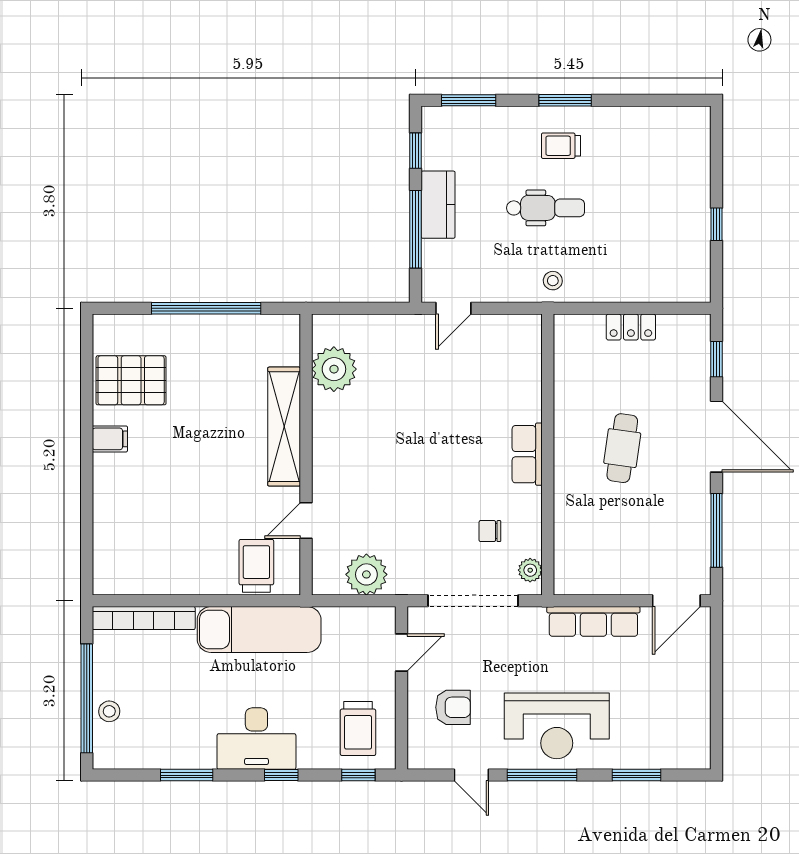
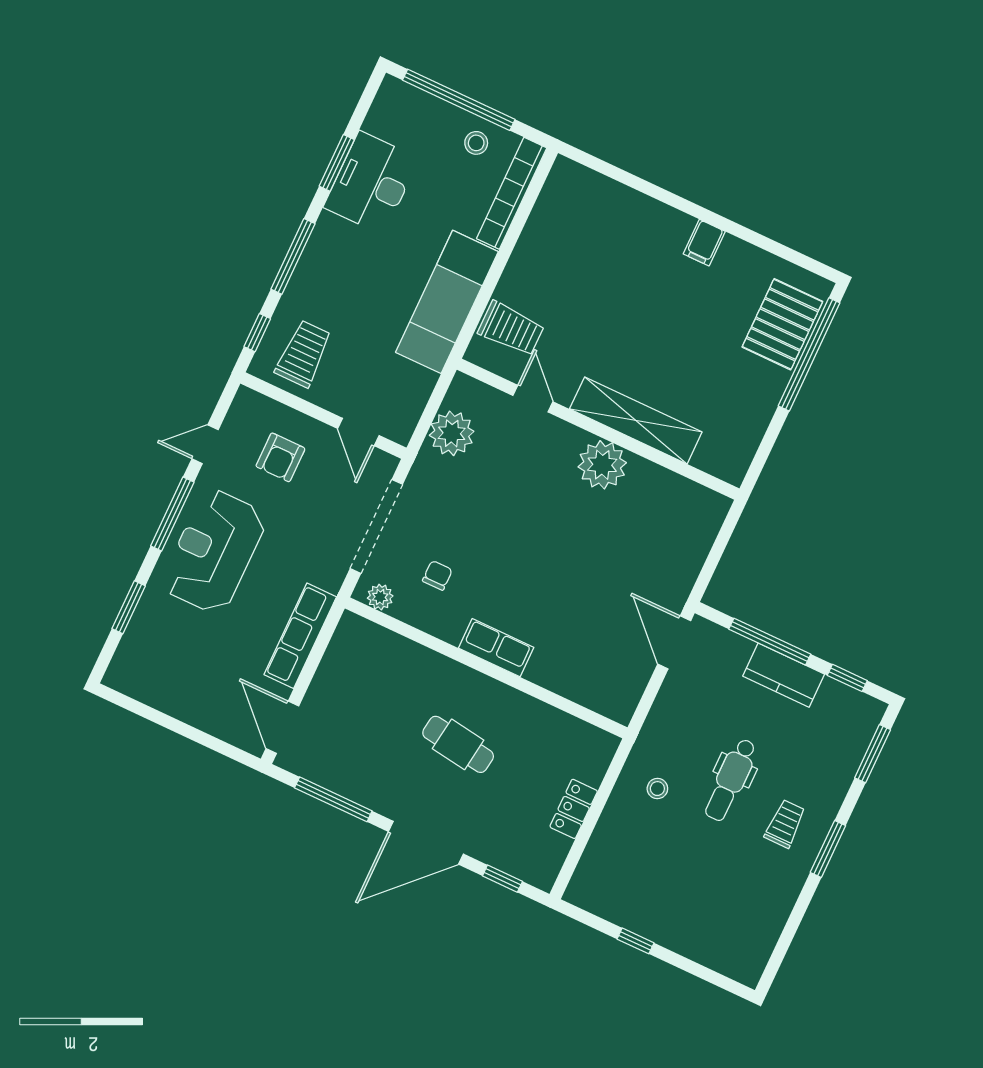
stool: (553, 281) -> (657, 789), moved
window: (206, 308) -> (809, 354), moved
door: (453, 308) -> (674, 642), width x1.38
plant: (334, 369) -> (602, 465), moved
pallet: (131, 380) -> (782, 324), moved
stool: (109, 711) -> (476, 143), moved
trolley: (358, 728) -> (303, 354), turned 90
desk: (256, 739) -> (371, 183), moved
window: (281, 775) -> (293, 256), width x2.17

